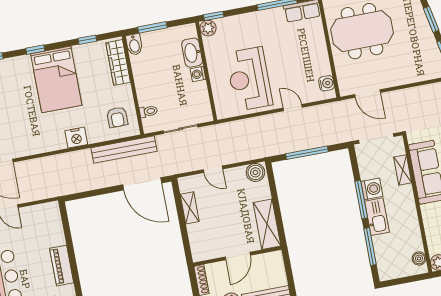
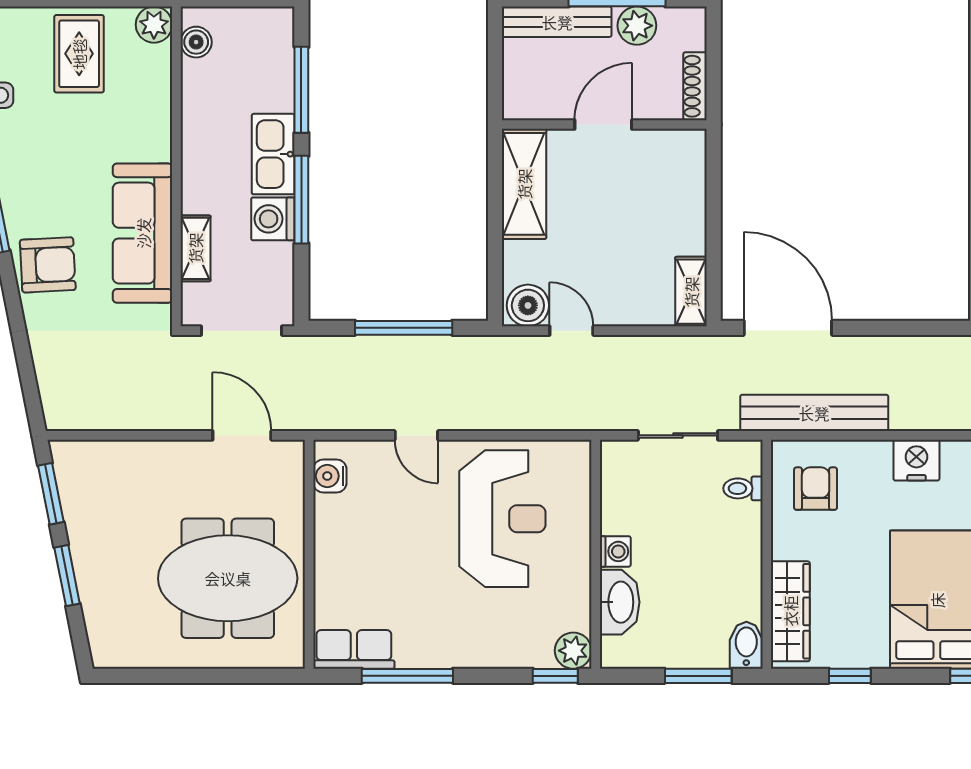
door: (213, 169) -> (571, 331), moved
shelving: (190, 208) -> (691, 292), moved

